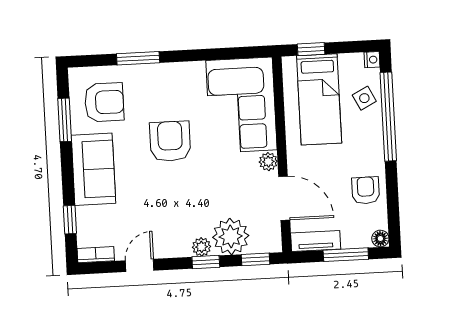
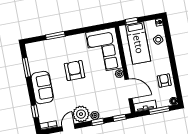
armchair: (104, 102) -> (43, 57), removed
window: (388, 117) -> (170, 46), removed
plant: (231, 236) -> (81, 114), moved

